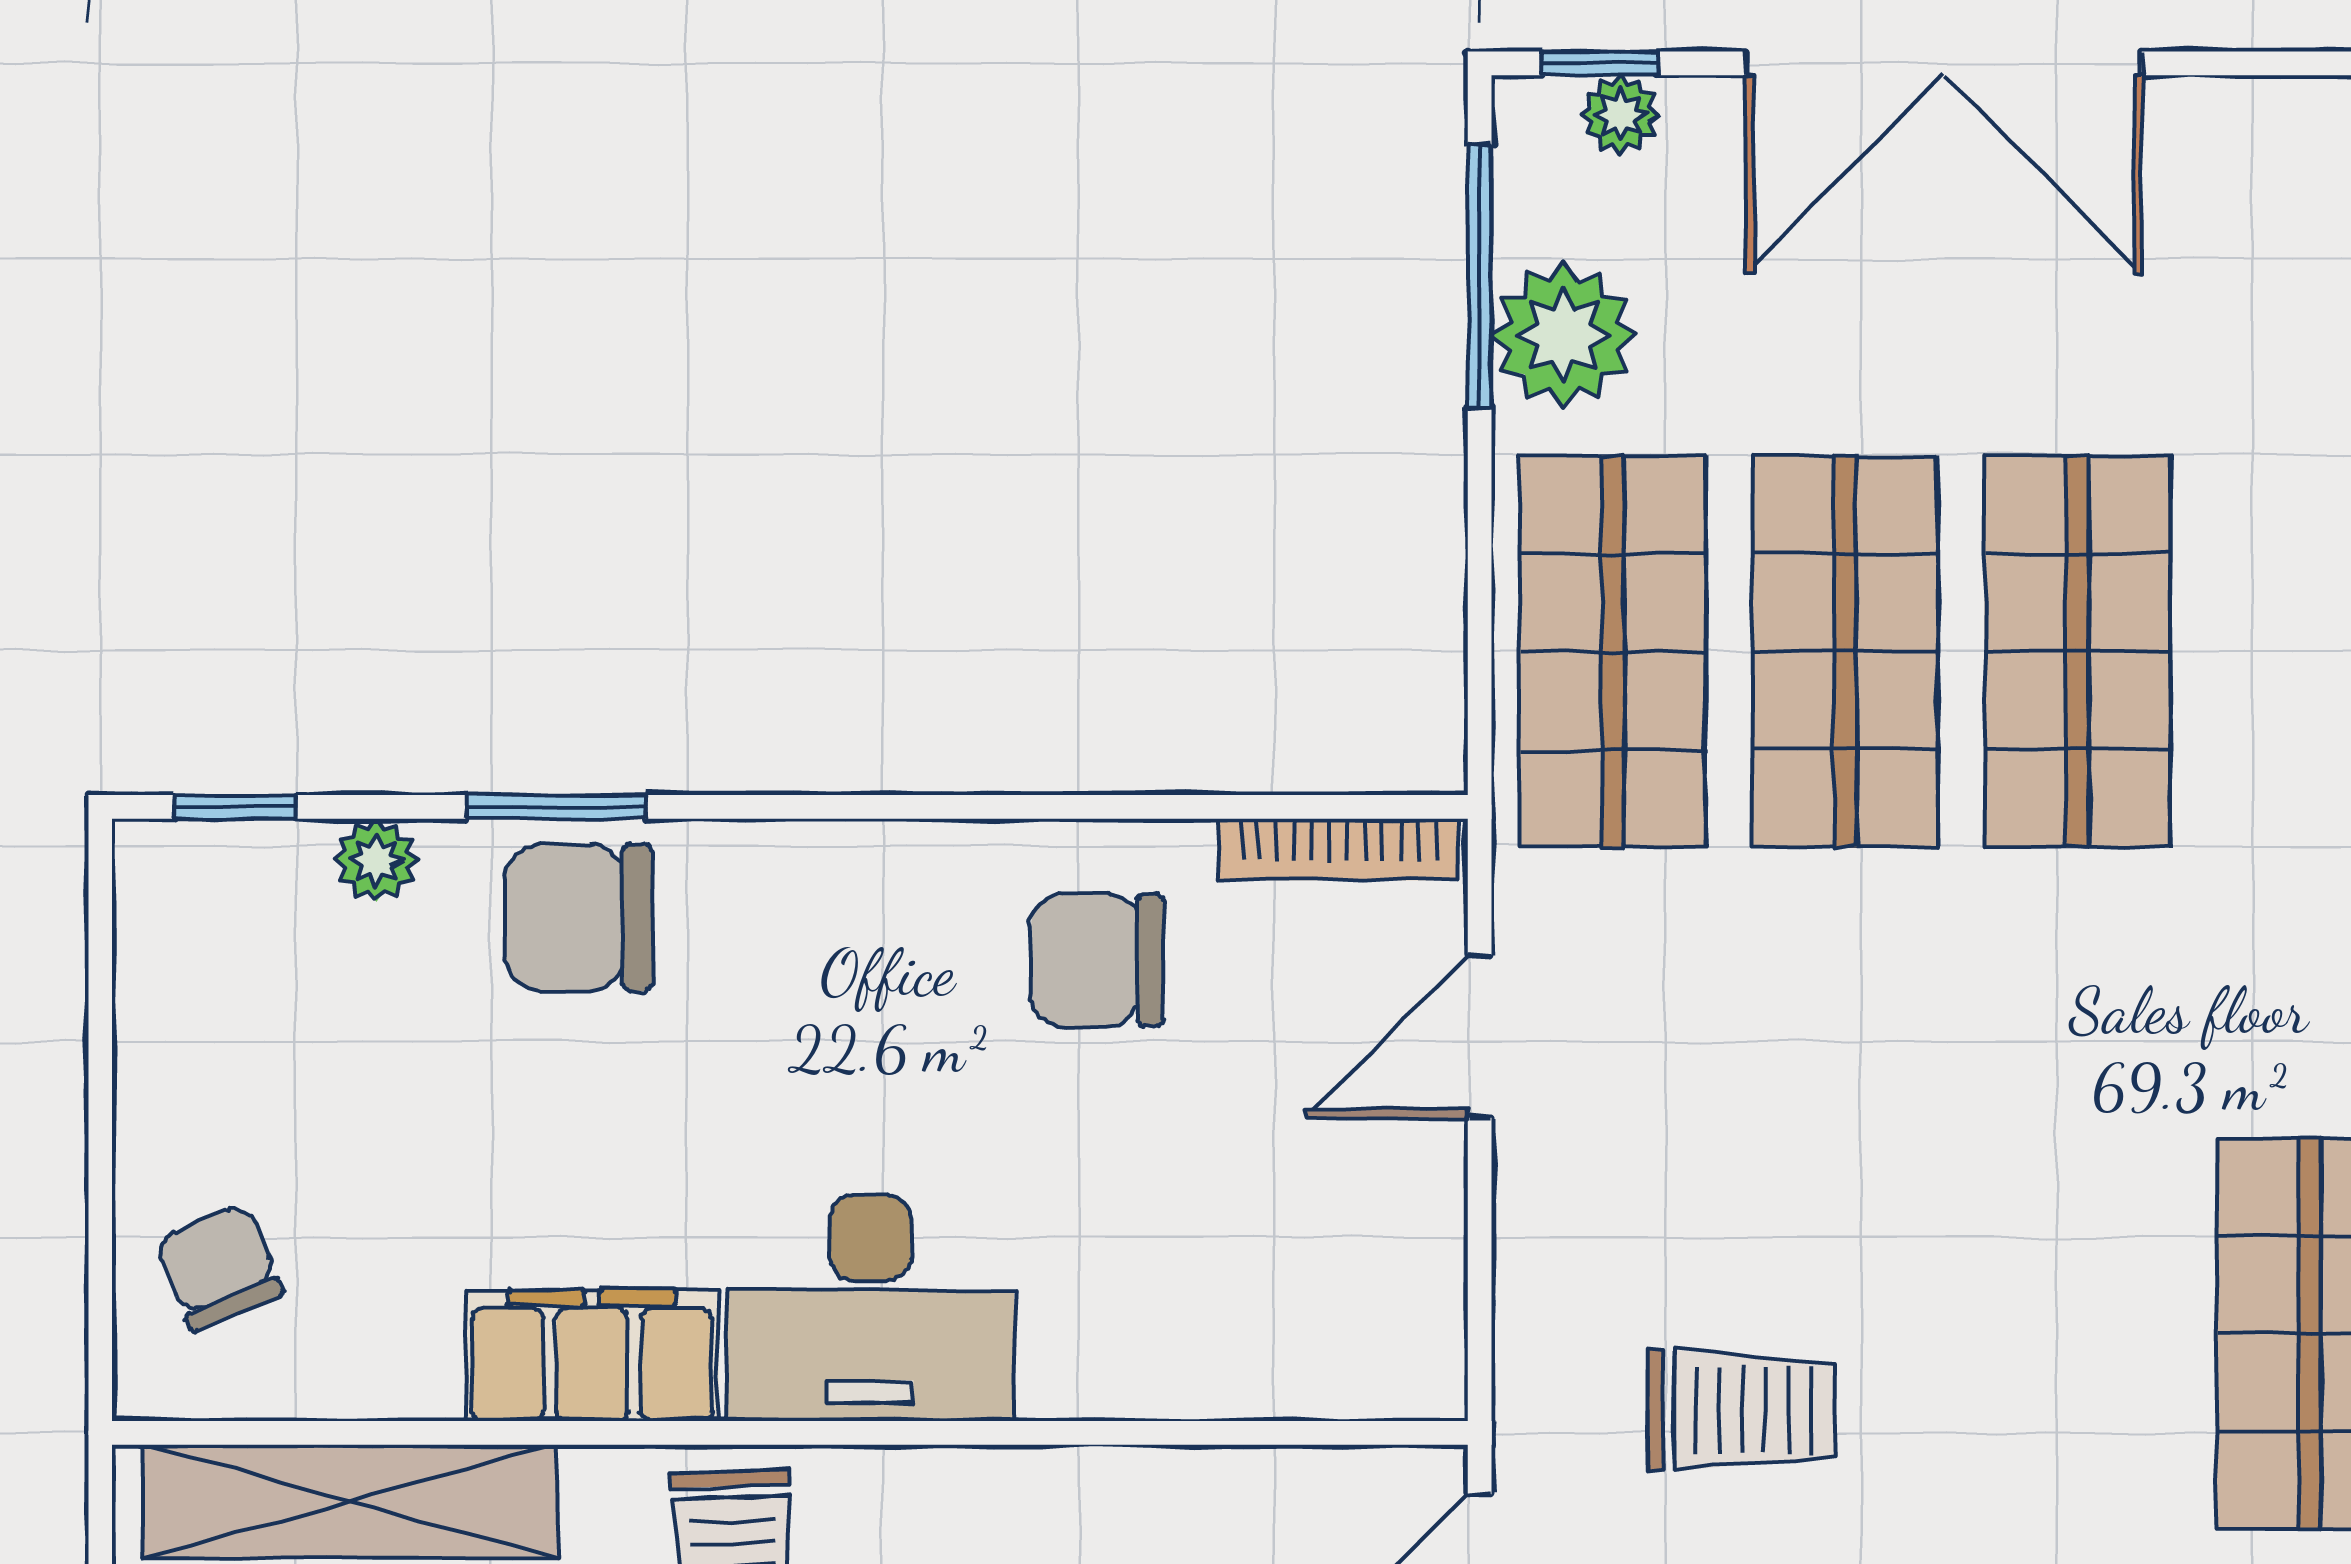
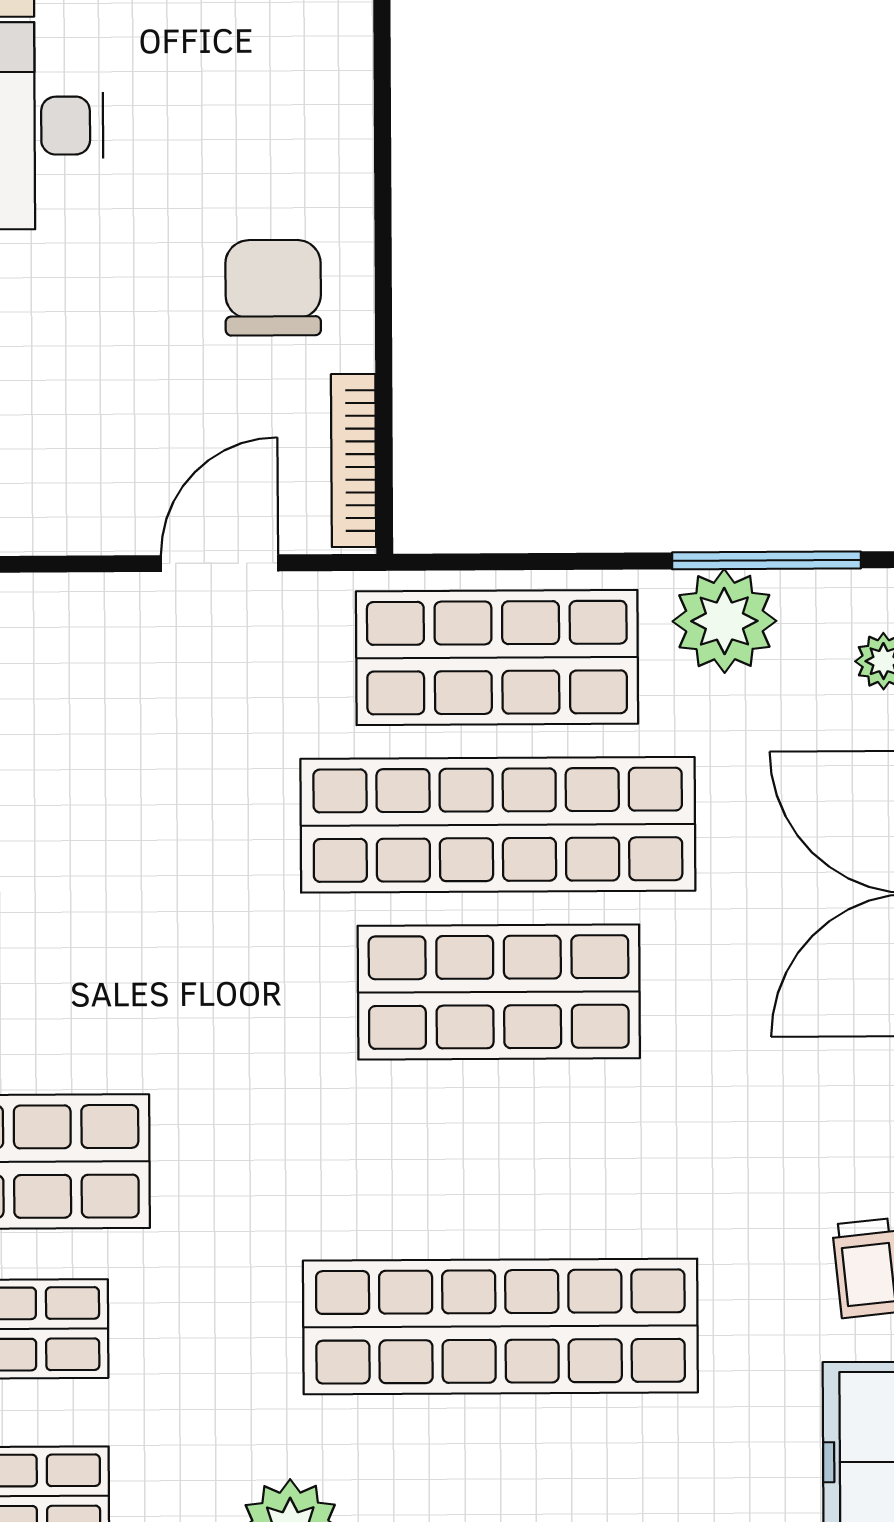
shop shelf: (1845, 652) -> (498, 825), width x1.40
door: (1480, 1036) -> (220, 563), hinge flipped

